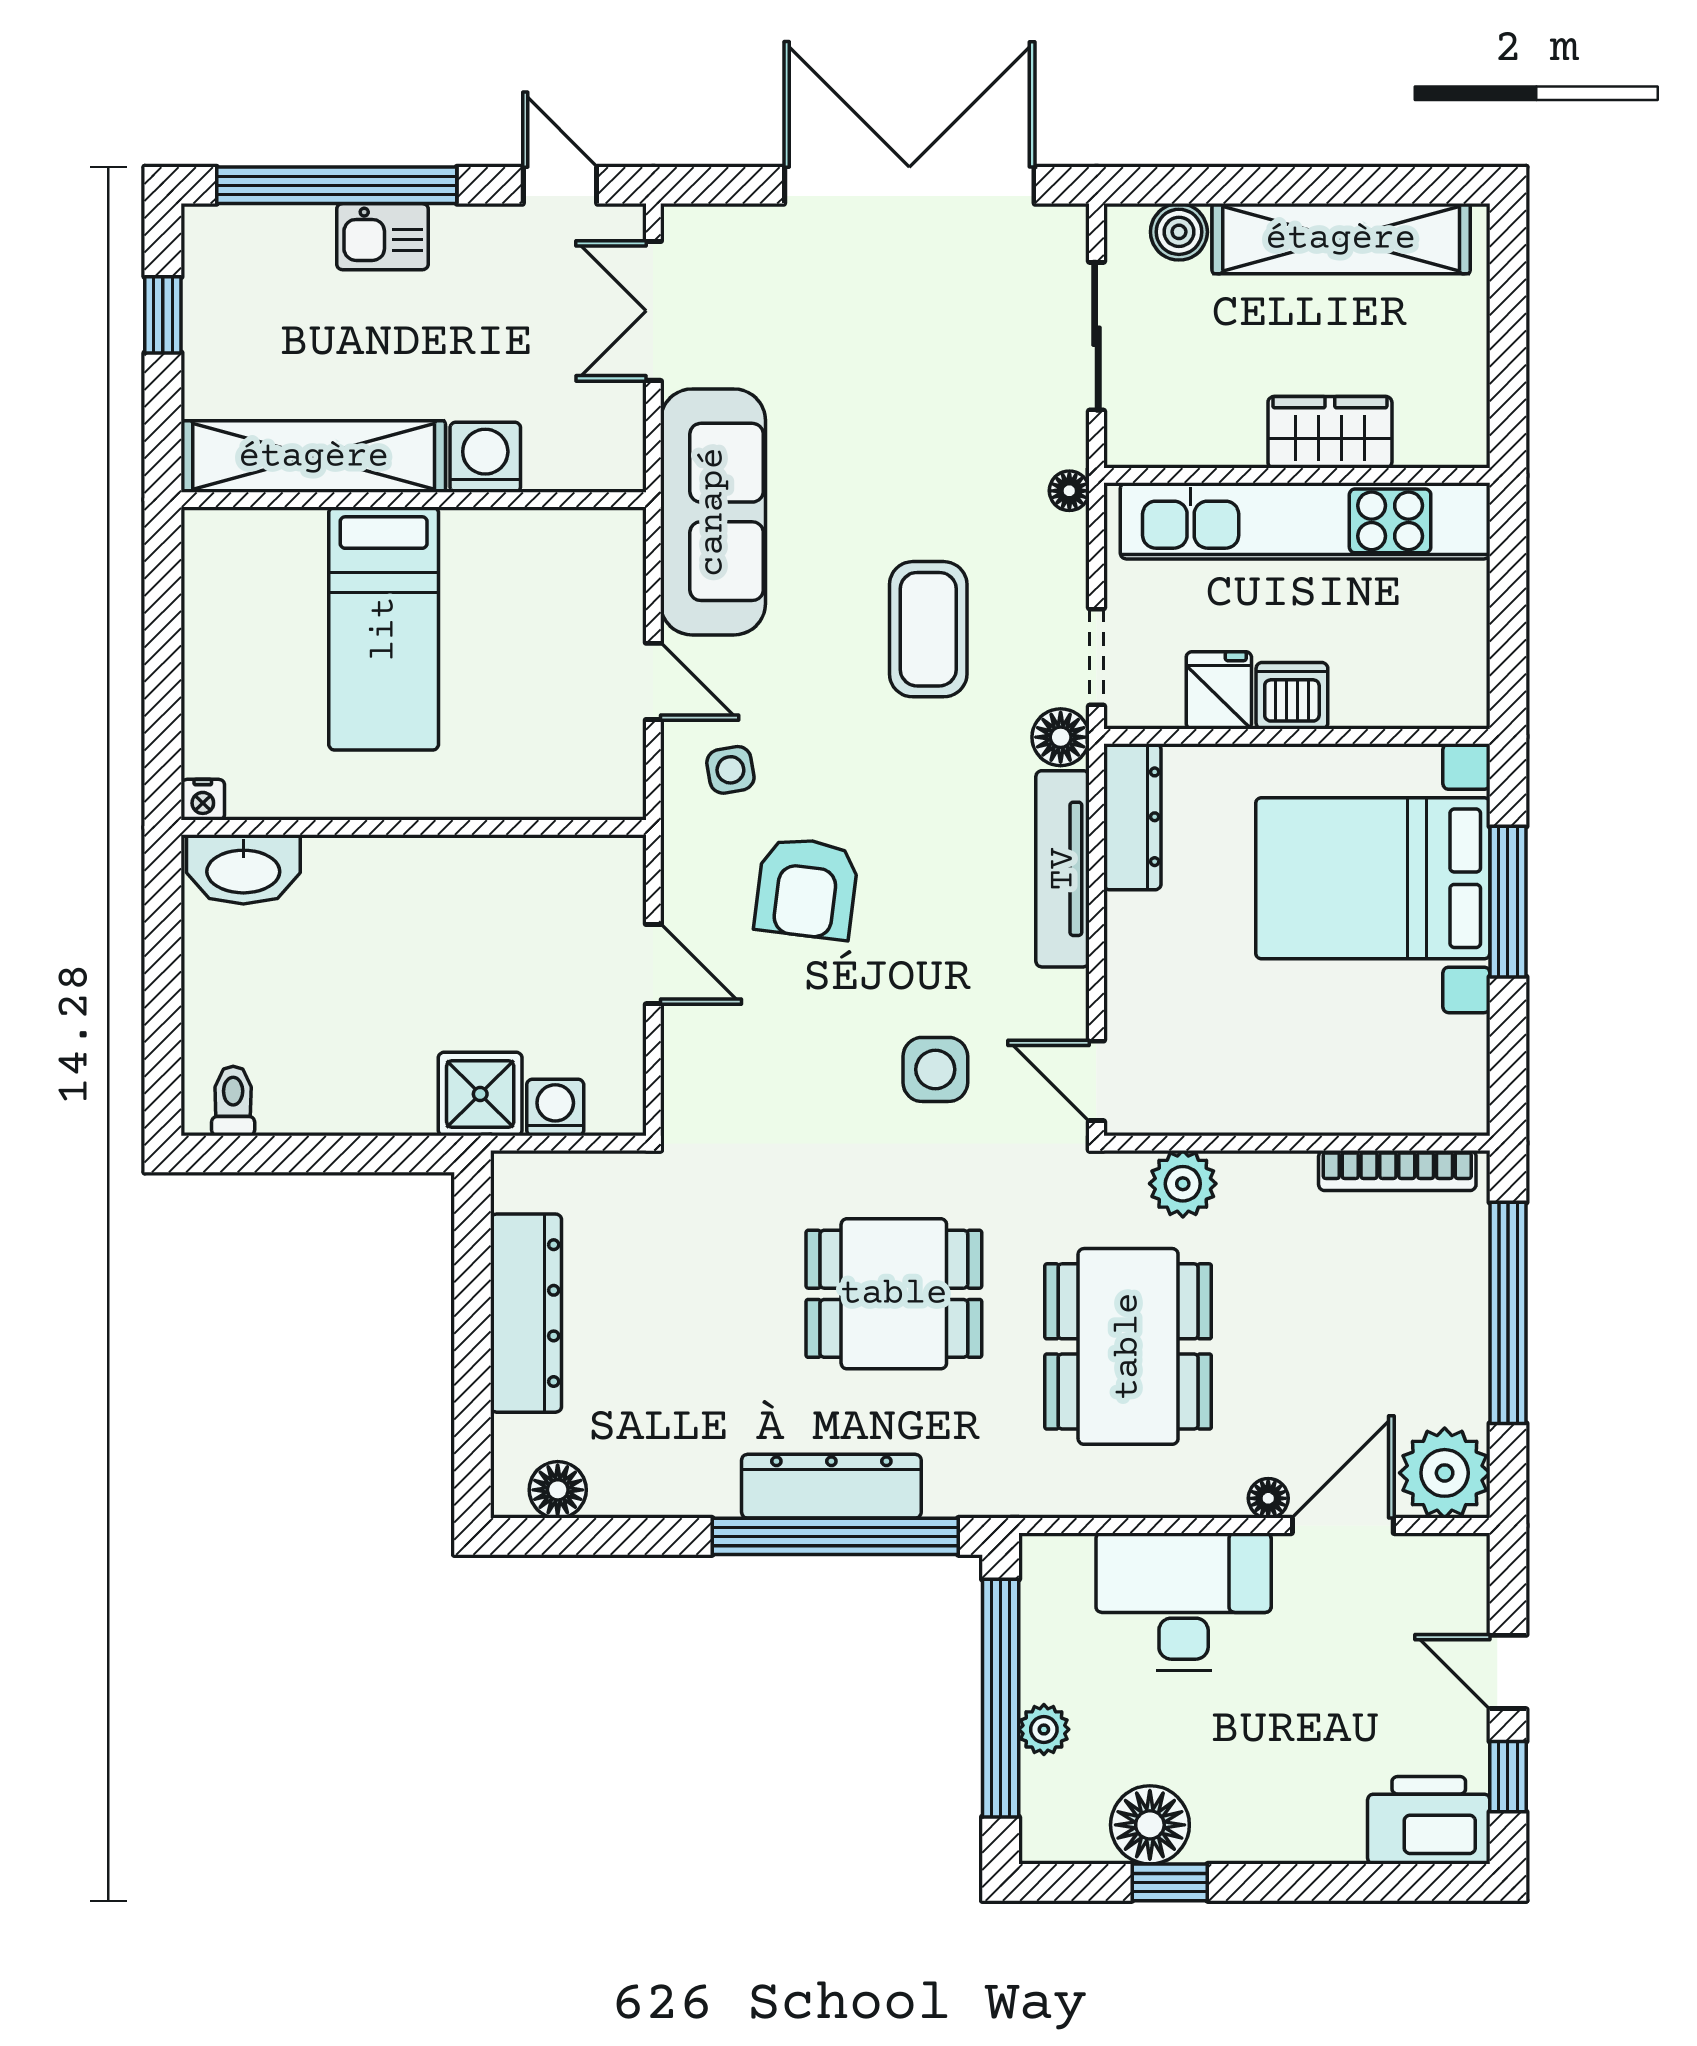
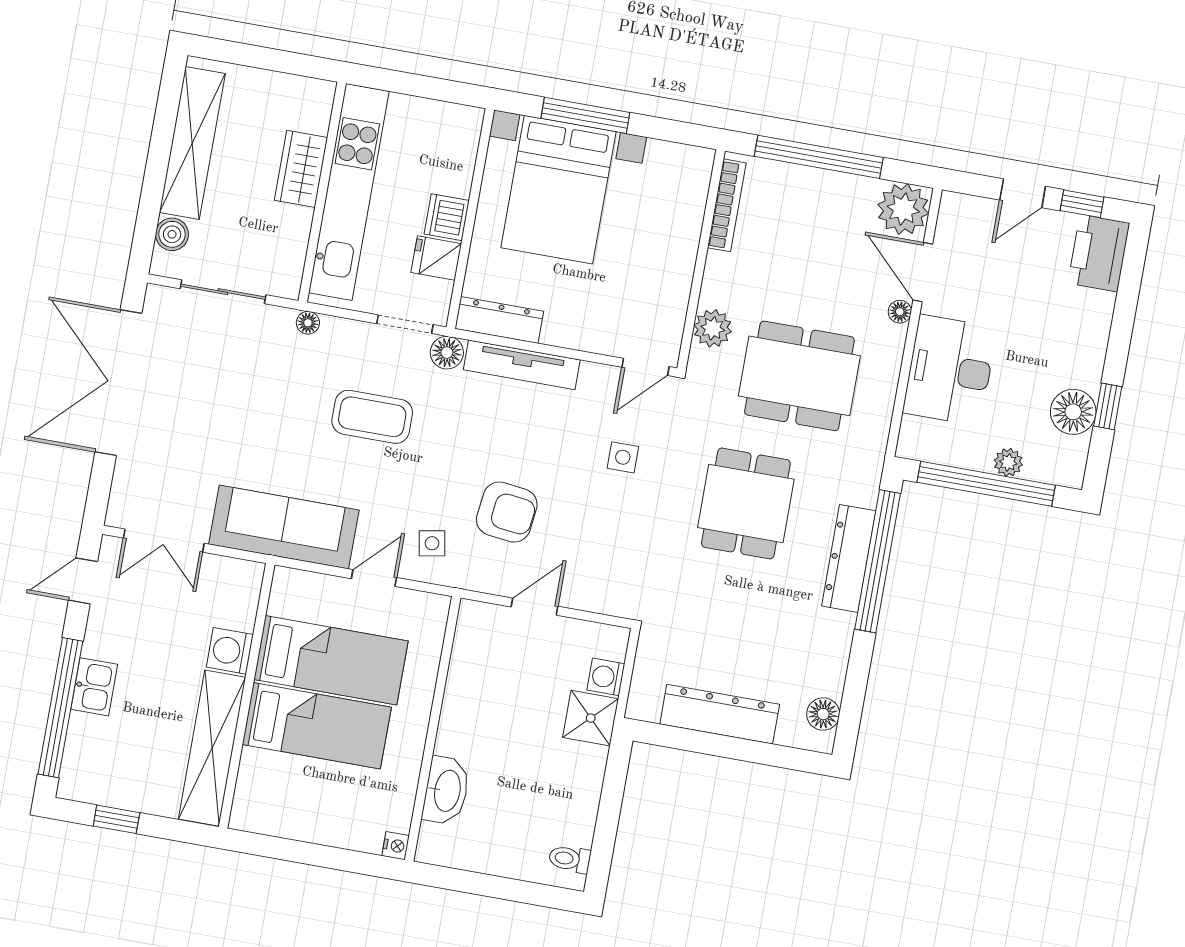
bed: (500, 633) -> (331, 660), added
washbasin: (243, 869) -> (446, 791), moved
side table: (935, 1069) -> (623, 457), width x0.73, depth x0.73

